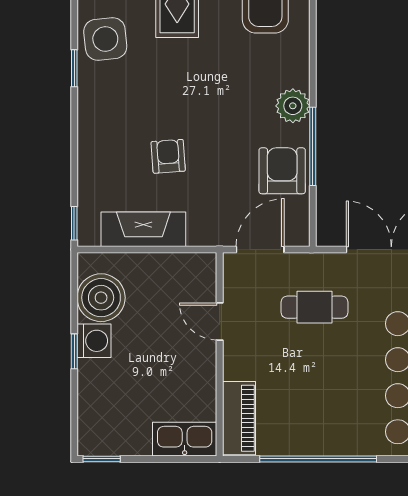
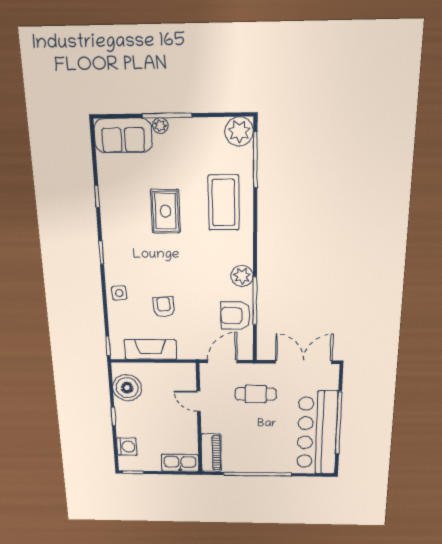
side table: (105, 39) -> (119, 293), moved, width x0.54, depth x0.54
armchair: (282, 171) -> (236, 316), turned -90
washing machine: (94, 341) -> (127, 447), moved

